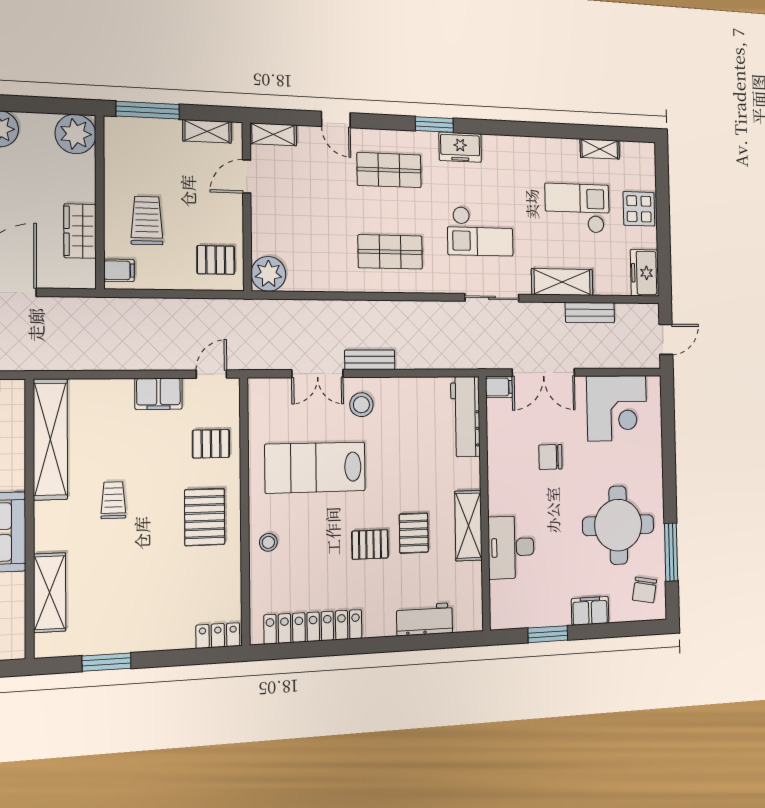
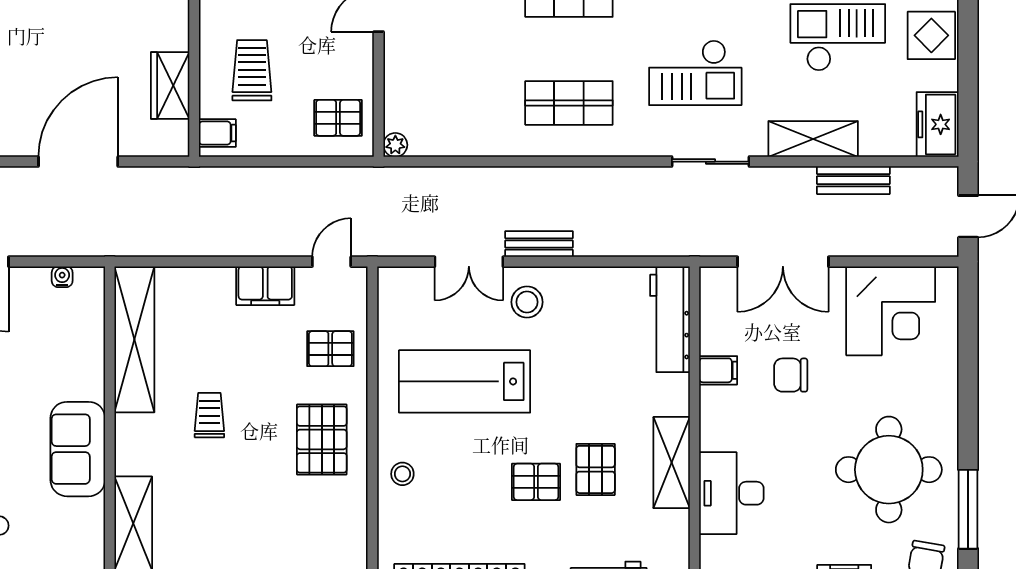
plant: (268, 274) -> (395, 145), width x0.53, depth x0.53
filing cabinet: (499, 387) -> (718, 370), moved

